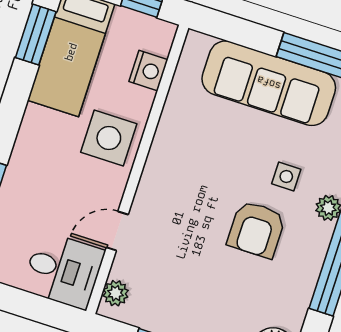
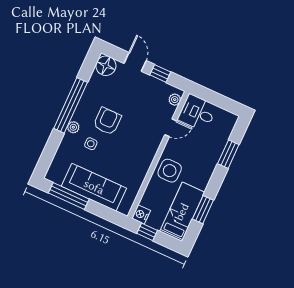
window: (36, 35) -> (203, 210), moved
nightstand: (148, 71) -> (141, 214), moved

